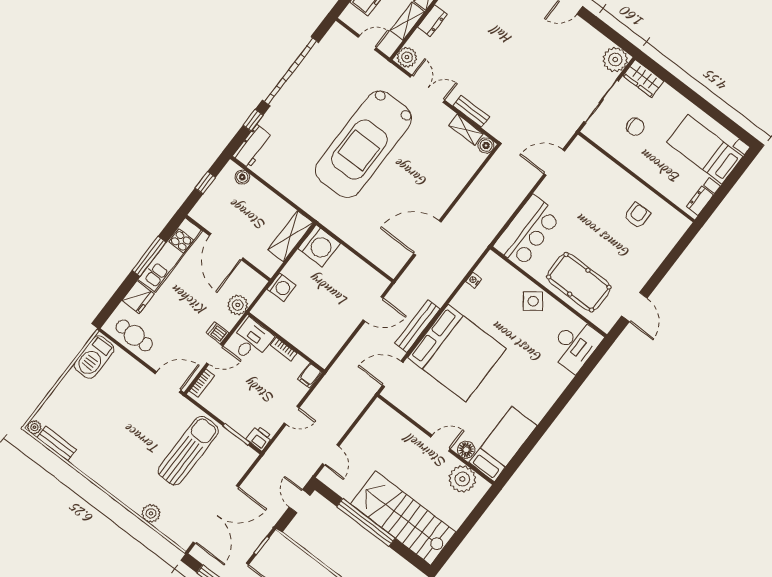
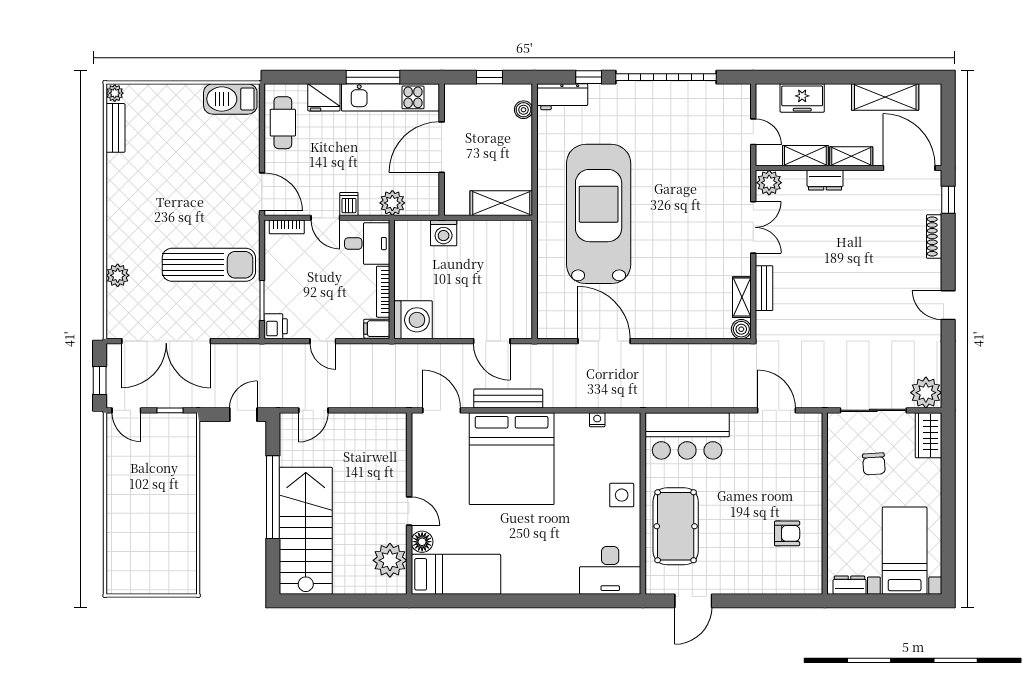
car: (363, 144) -> (599, 214), moved, turned 90
washing machine: (319, 246) -> (413, 320), moved, turned -90
side table: (533, 301) -> (622, 495), turned 37
bookcase: (284, 349) -> (383, 292), width x1.56

